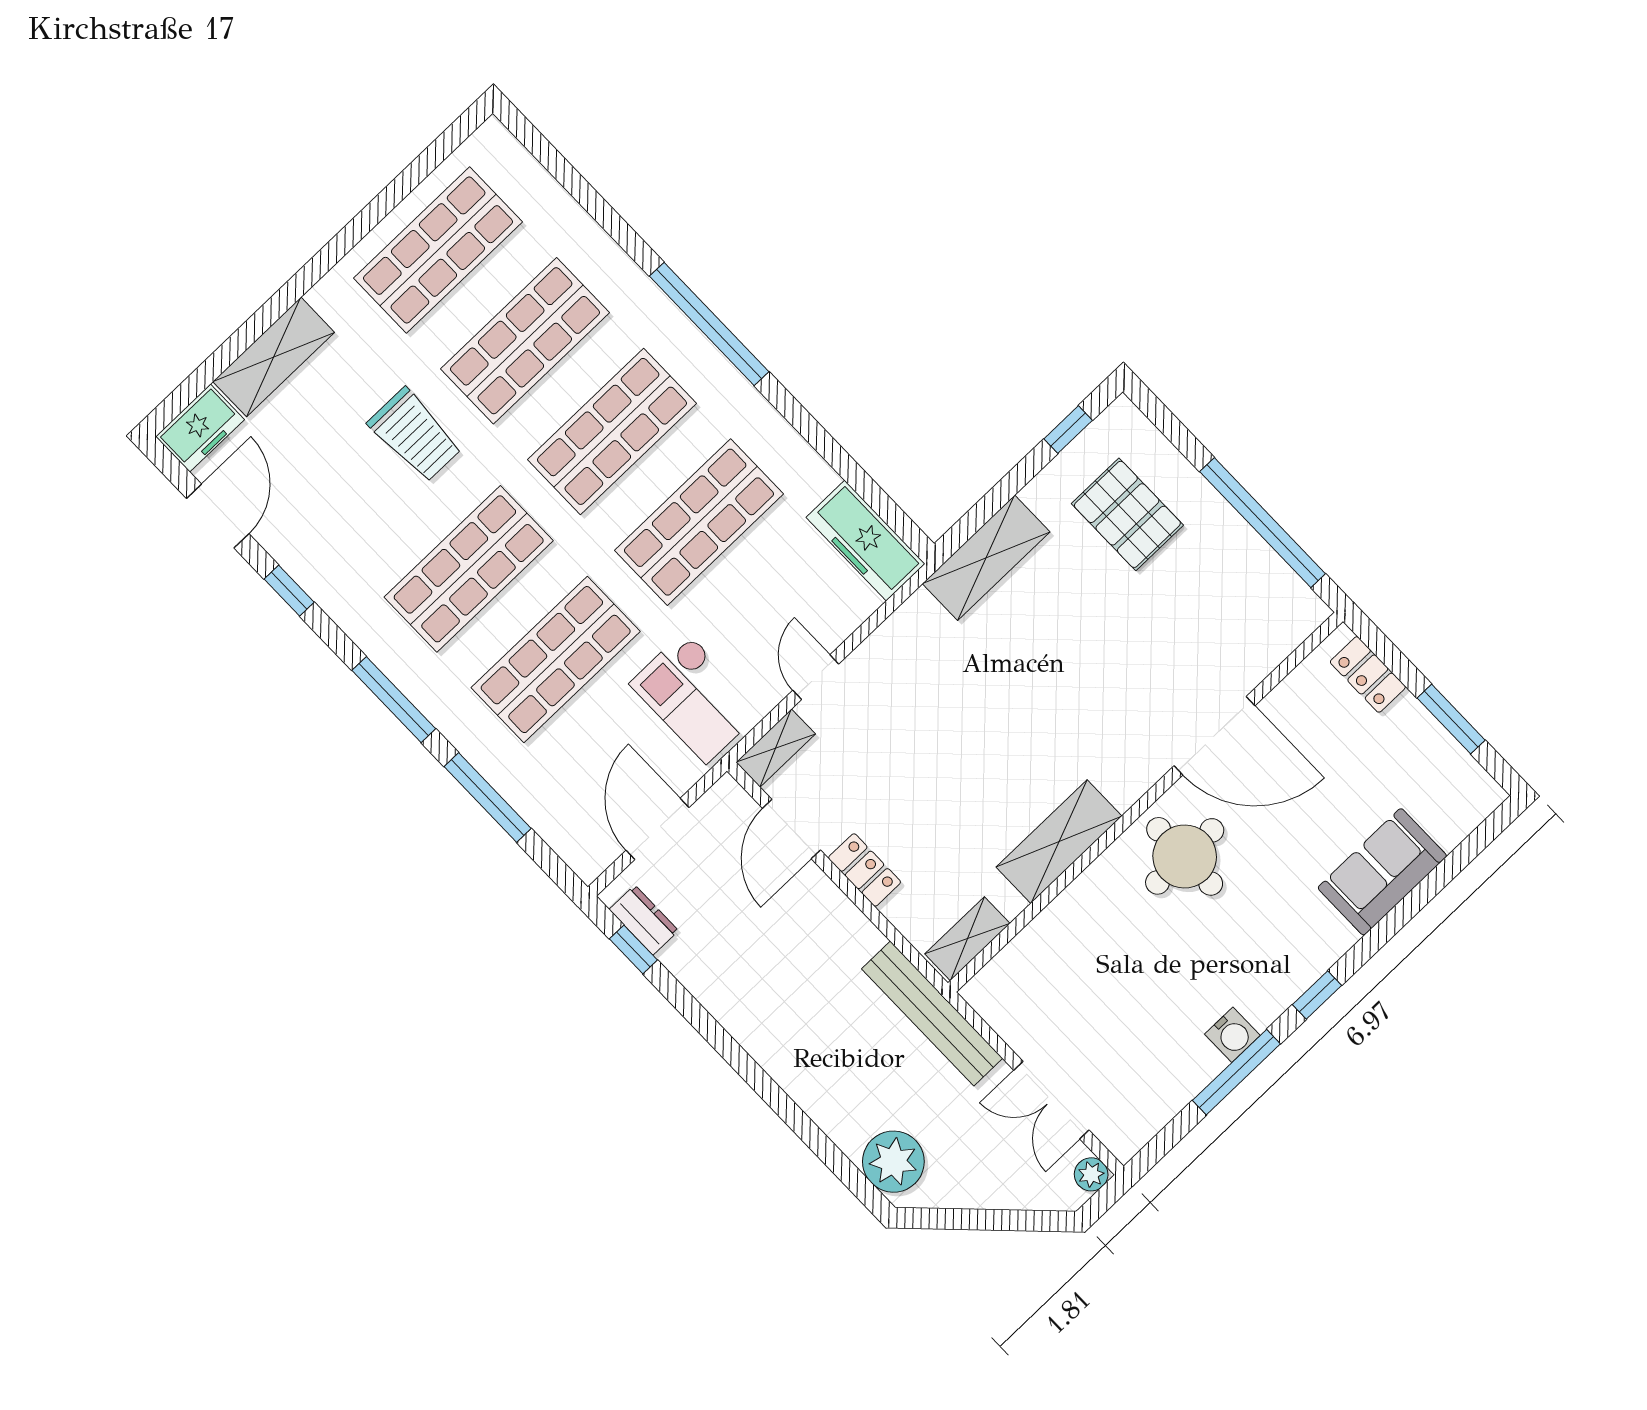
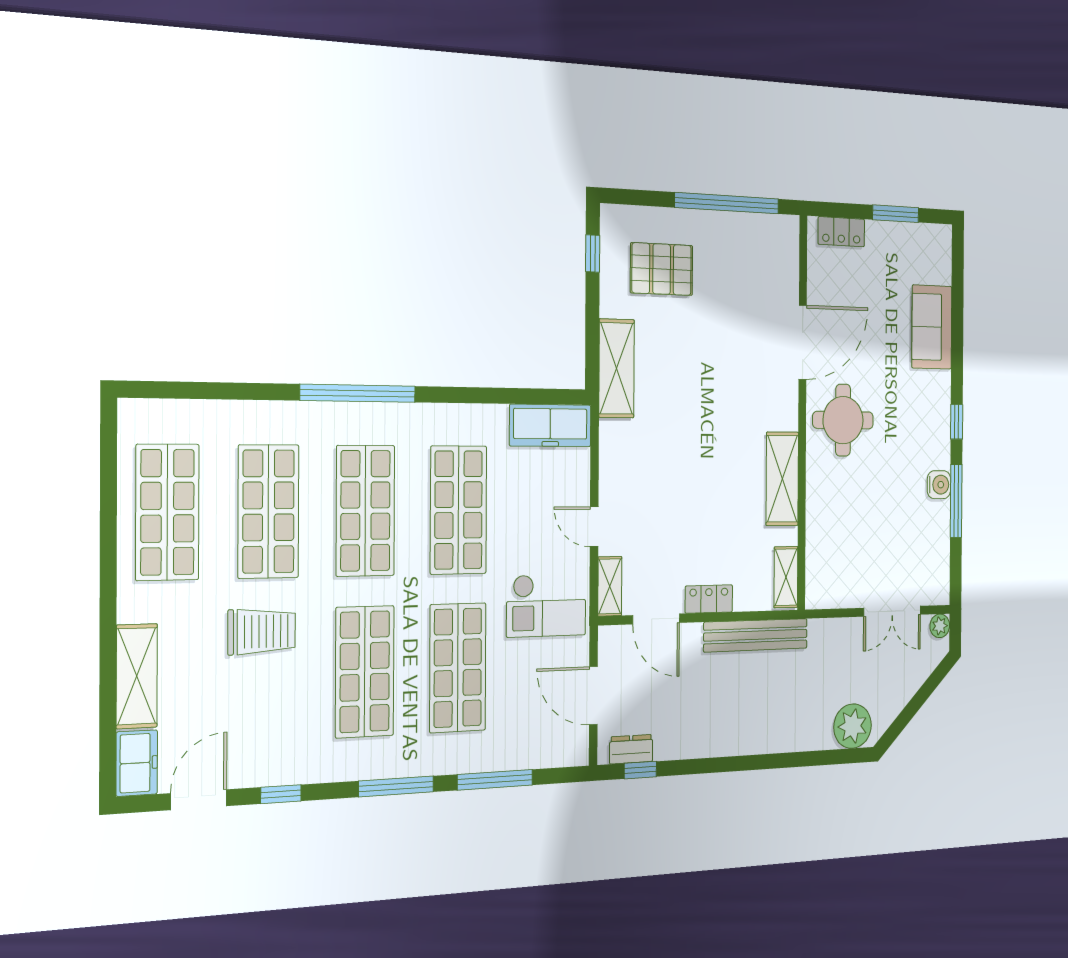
door: (218, 516) -> (199, 800), hinge flipped
bench: (932, 1014) -> (756, 635), moved

